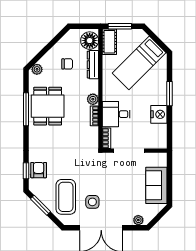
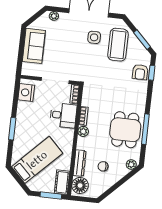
nightstand: (159, 114) -> (26, 92), moved

